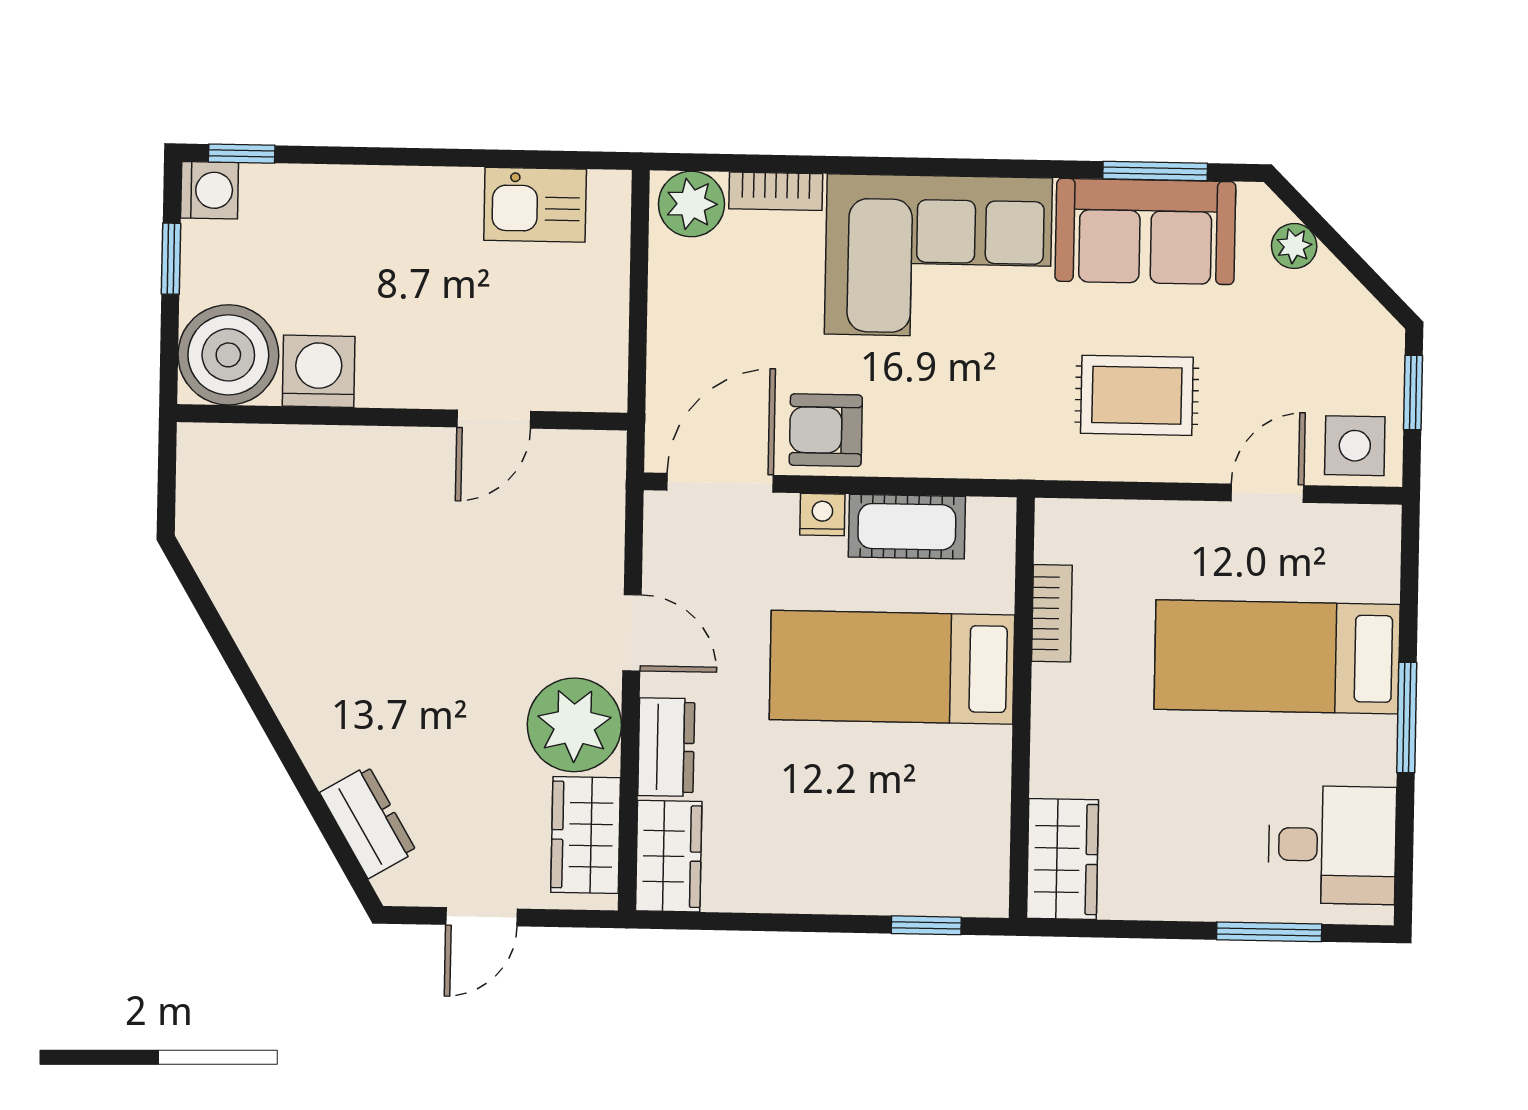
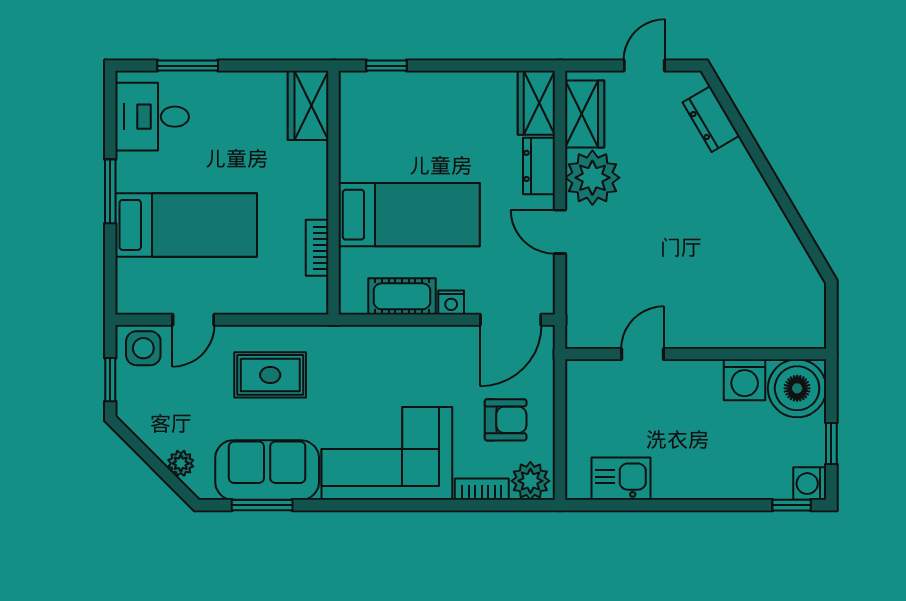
armchair: (826, 430) -> (506, 420), moved

